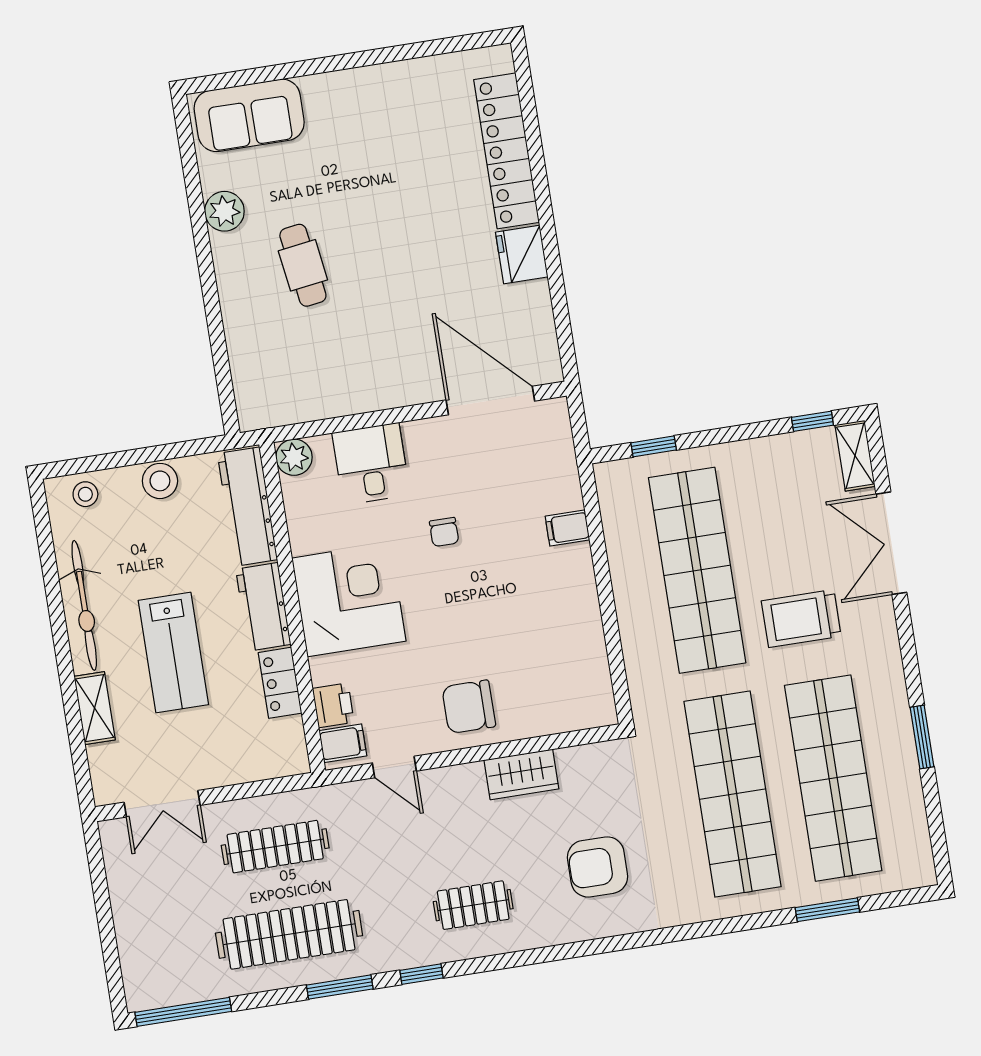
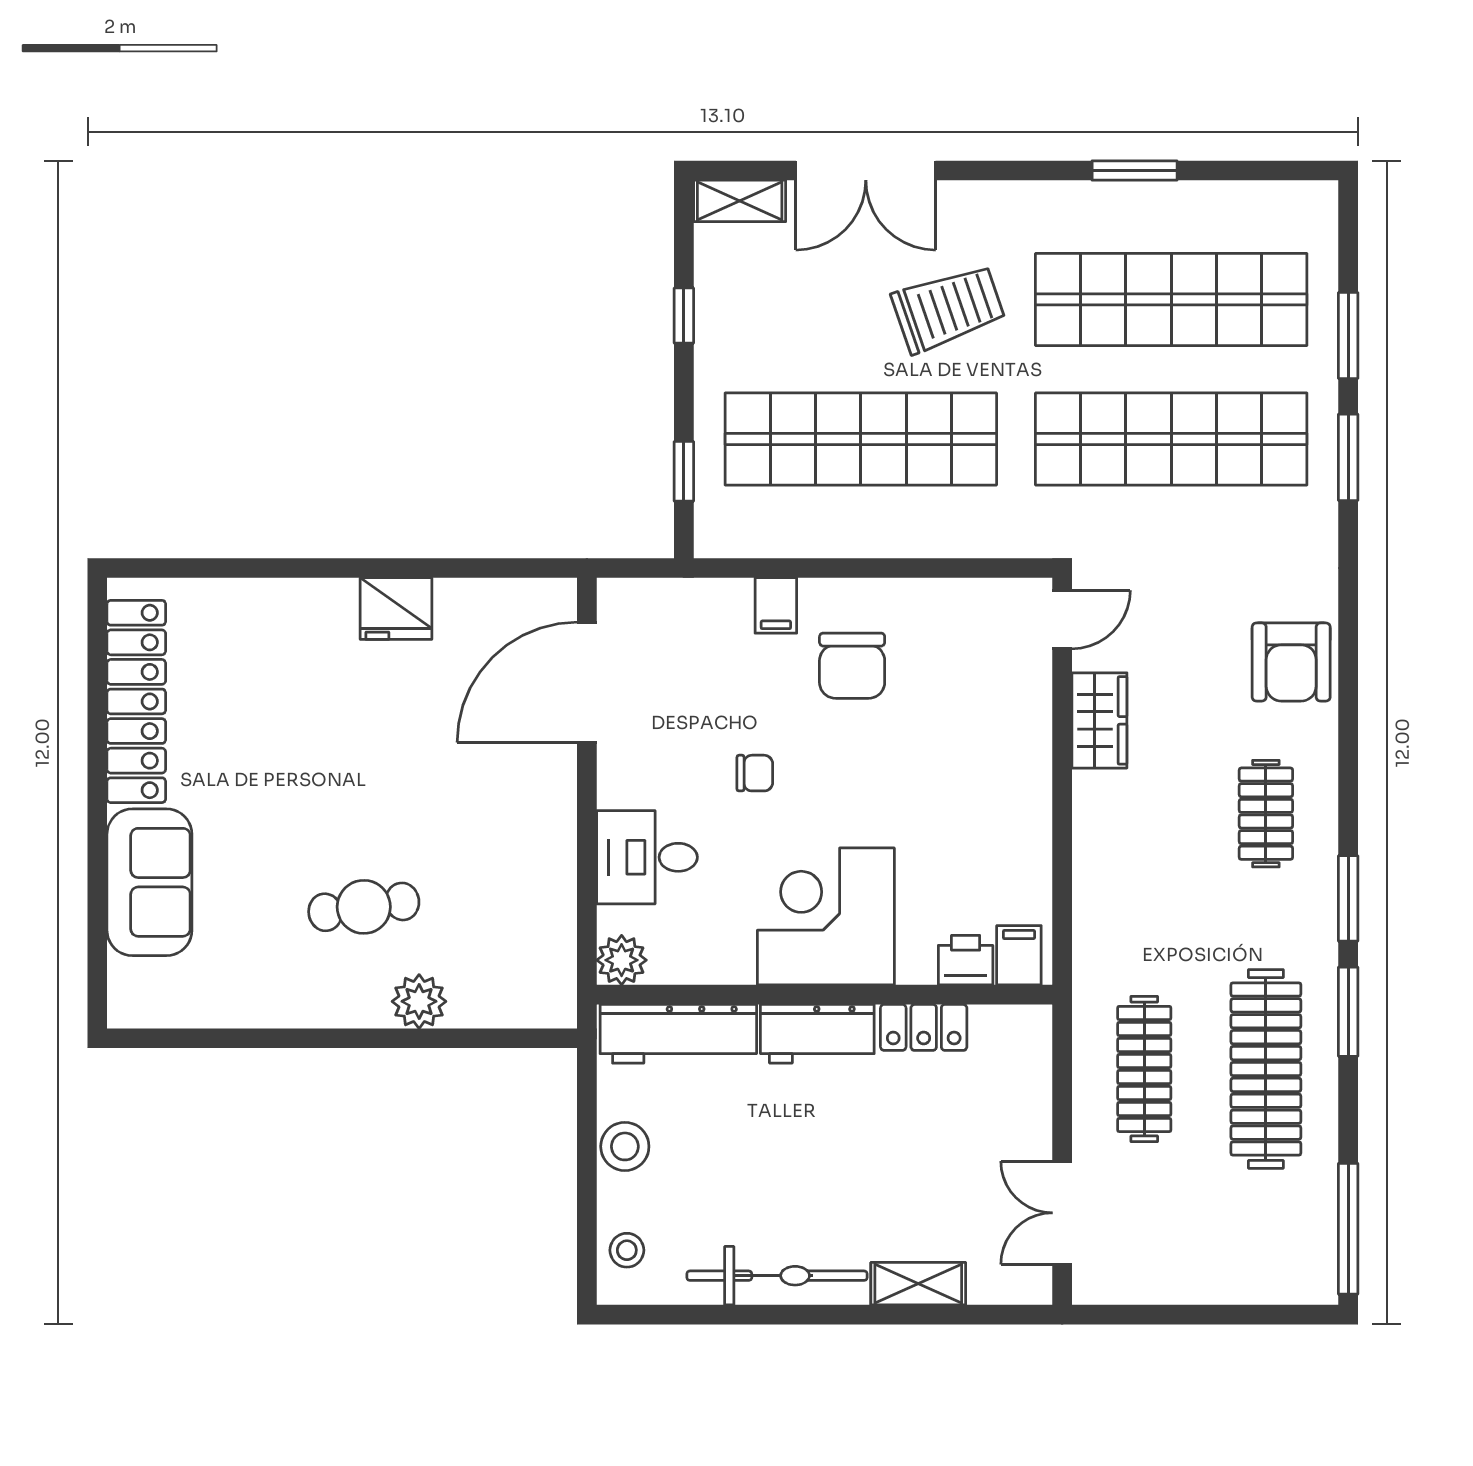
sofa: (249, 115) -> (149, 882), moved
locker: (507, 151) -> (136, 701), moved, turned -90
plant: (224, 211) -> (419, 1001), moved
window: (812, 421) -> (684, 316), moved
trolley: (801, 618) -> (948, 308), turned -109
lab bench: (173, 652) -> (860, 1165), removed
chair: (469, 707) -> (852, 666), moved
door: (394, 767) -> (1062, 620), moved
double door: (162, 804) -> (1062, 1213), swing flipped
armchair: (598, 867) -> (1291, 662), moved
window: (740, 924) -> (1348, 457), added
window: (421, 974) -> (1348, 898), width x1.50

